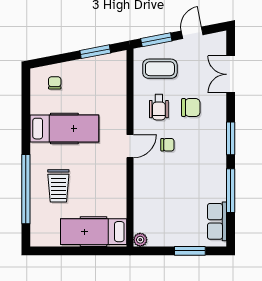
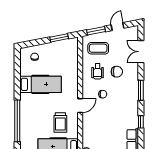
door: (130, 146) -> (80, 106), moved
trolley: (58, 186) -> (60, 123), moved
window: (231, 191) -> (141, 122), width x0.46

